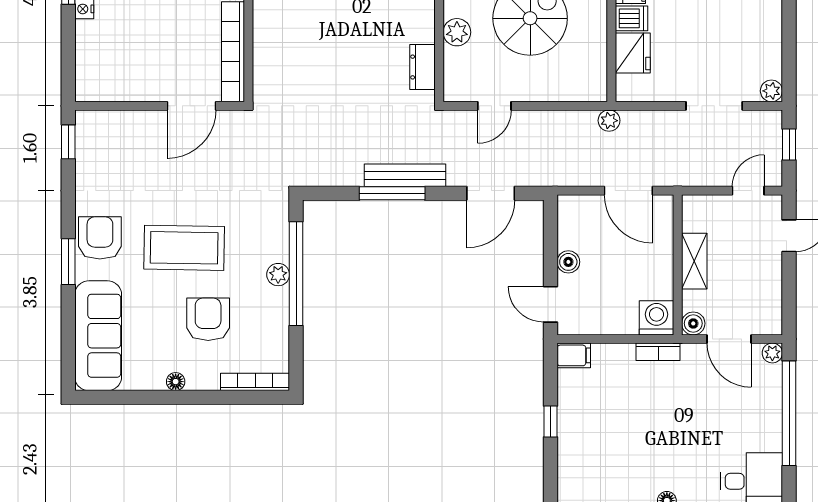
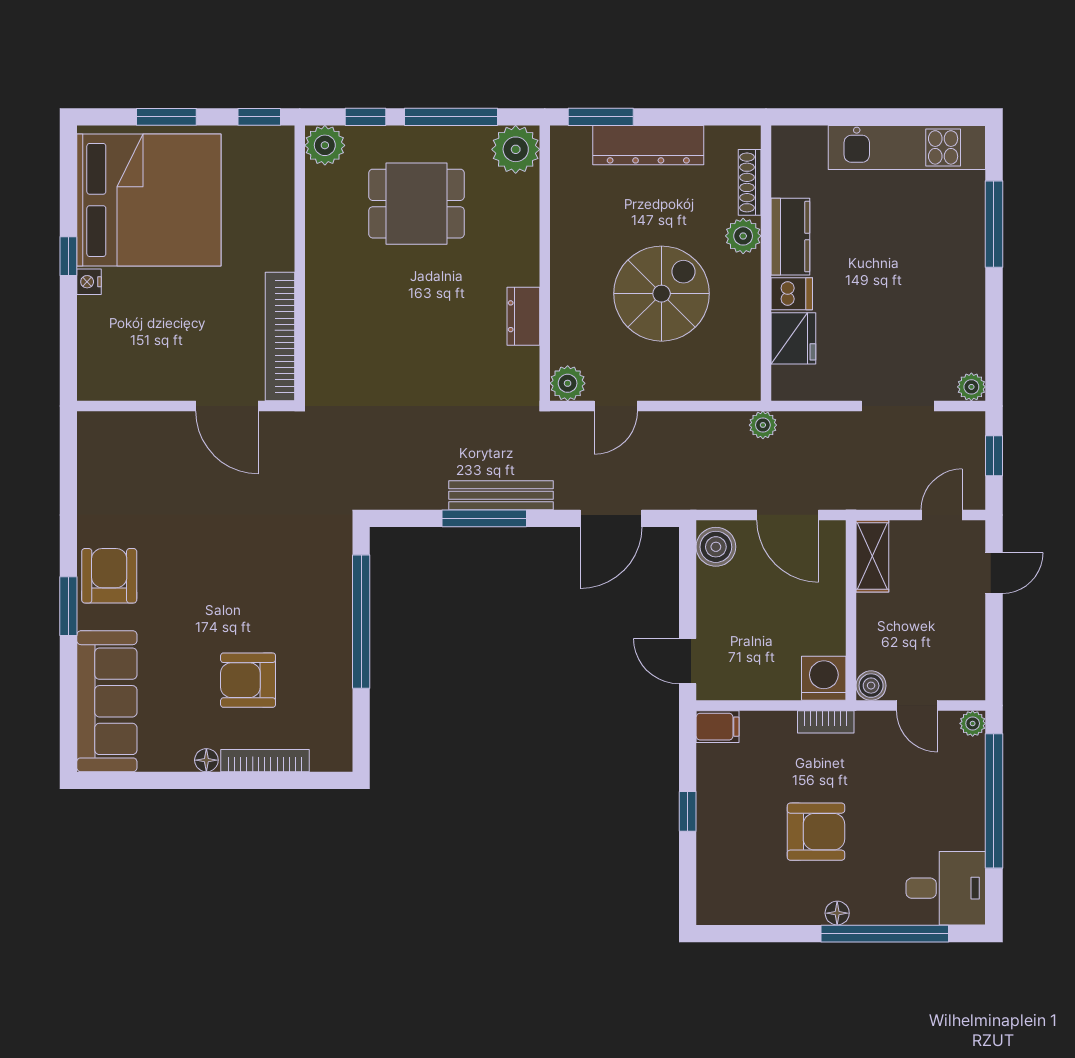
plant: (457, 32) -> (568, 383), moved
dresser: (422, 67) -> (523, 316), moved
door: (192, 106) -> (227, 406), hinge flipped
window: (68, 142) -> (68, 452), removed
coffee table: (184, 248) -> (217, 588), removed
shelving: (694, 261) -> (872, 556), moved
boiler: (568, 262) -> (716, 547), moved, width x1.36, depth x1.36
plant: (278, 275) -> (338, 623), removed
armchair: (208, 319) -> (248, 680), turned -90
door: (729, 339) -> (917, 706), width x0.73
bookcase: (255, 382) -> (265, 761), moved
armchair: (650, 437) -> (816, 832), added

